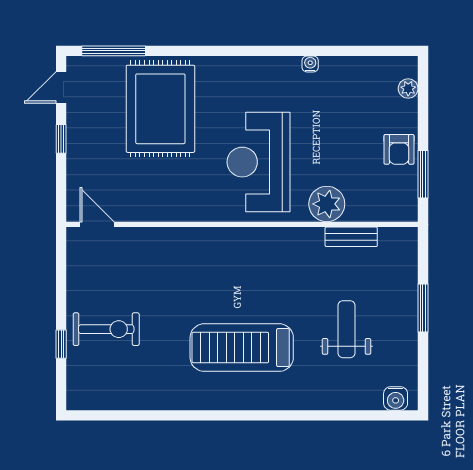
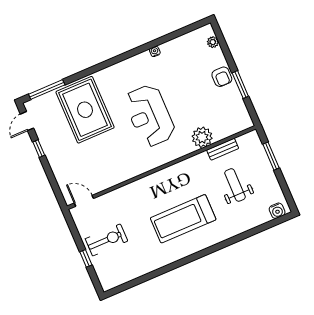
plant: (327, 204) -> (202, 137), moved
door: (97, 224) -> (84, 201), moved
wall: (242, 224) -> (161, 168), moved
bench: (351, 237) -> (223, 149), moved

